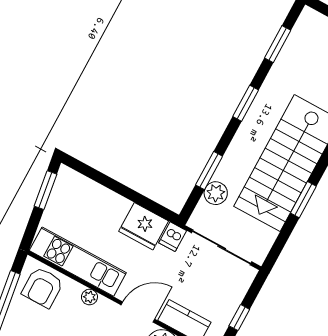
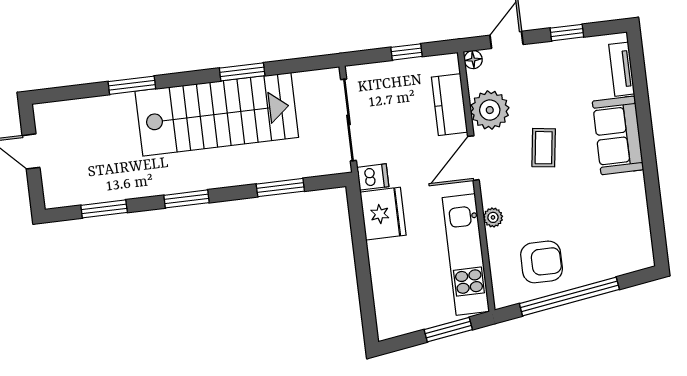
window: (45, 190) -> (448, 330), moved
plant: (216, 193) -> (298, 165), removed
armchair: (43, 287) -> (542, 262), moved
door: (138, 312) -> (473, 158), hinge flipped

